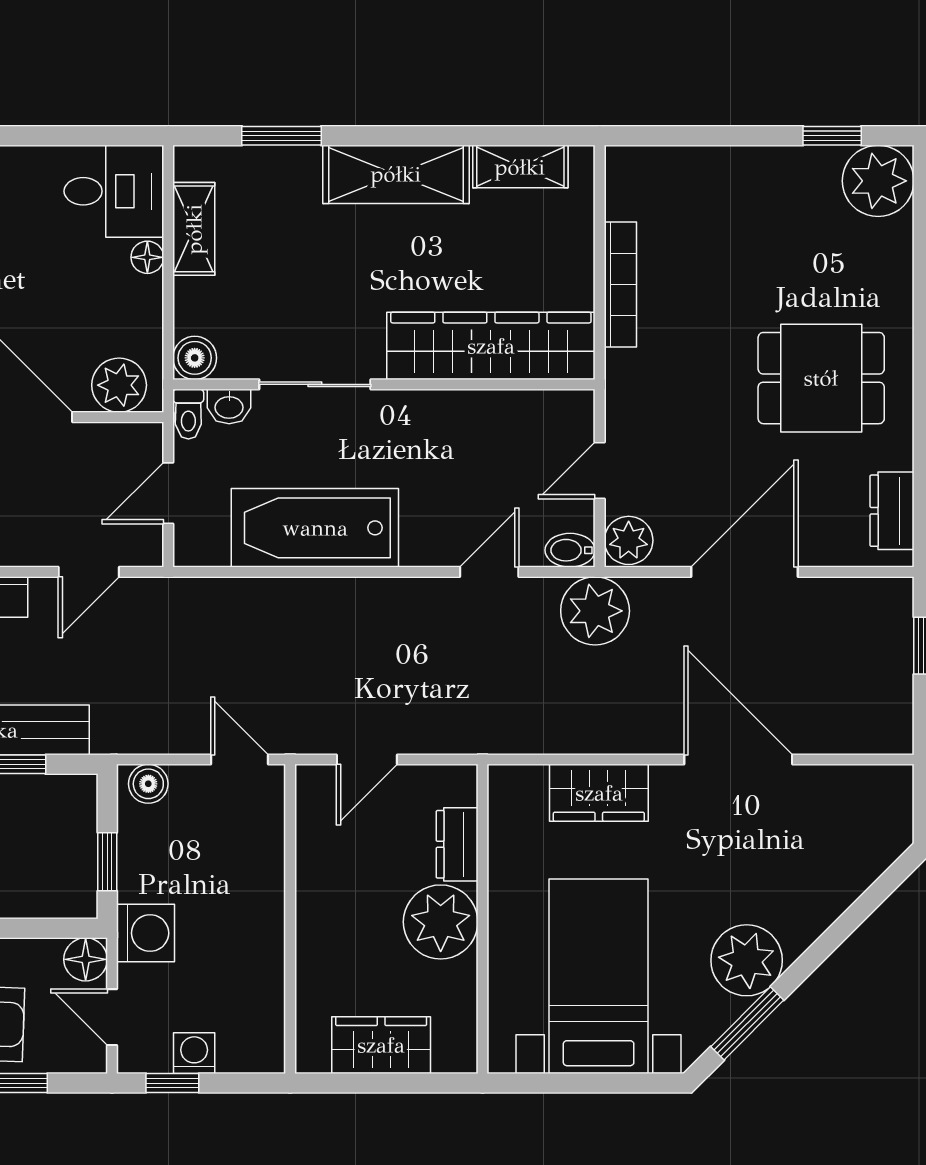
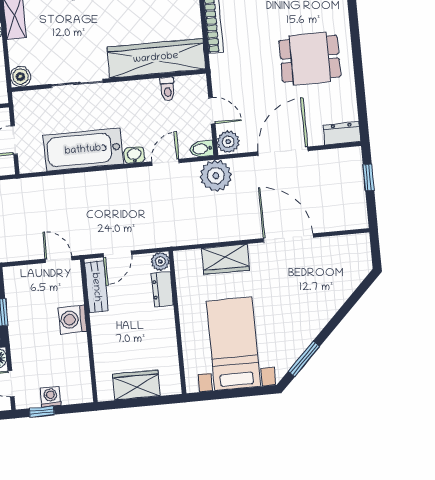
washbasin: (229, 406) -> (134, 155), moved, turned 180
toilet: (188, 414) -> (168, 89), moved
door: (600, 470) -> (212, 111), swing flipped
dresser: (892, 511) -> (342, 133), moved, turned 90
boiler: (148, 784) -> (18, 275), removed
bench: (316, 825) -> (96, 287), added
plant: (441, 922) -> (160, 261), moved, width x0.53, depth x0.53
washing machine: (145, 933) -> (72, 320), moved, turned 180
plant: (747, 960) -> (301, 330), removed

